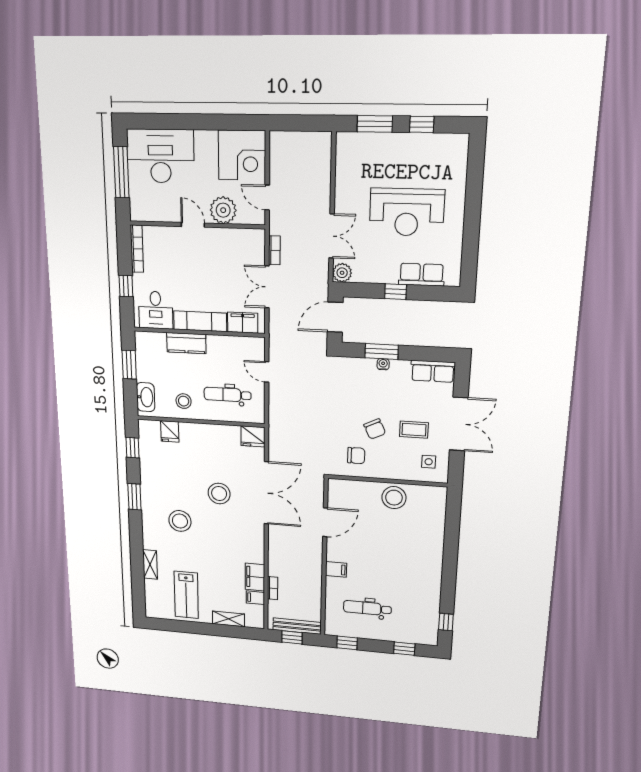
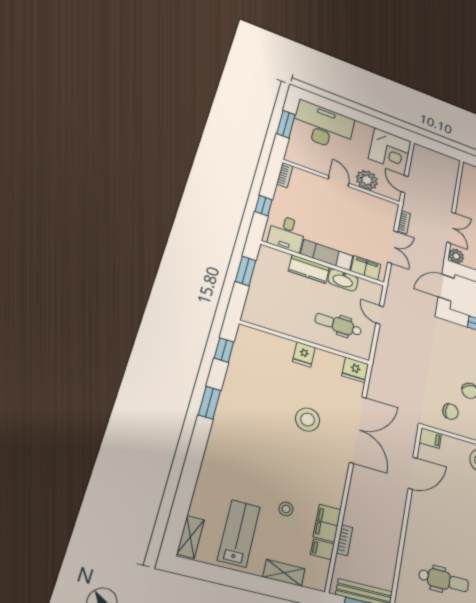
window: (121, 172) -> (286, 124), width x0.69
bookcase: (137, 249) -> (285, 175), width x0.64
double door: (267, 287) -> (393, 247), swing flipped
washbasin: (146, 397) -> (343, 280), moved, turned 90
stool: (184, 401) -> (293, 319), removed
fridge: (170, 431) -> (304, 354), moved
stool: (180, 521) -> (286, 509), moved, width x0.53, depth x0.53
shelving: (150, 564) -> (191, 537), moved
filing cabinet: (336, 569) -> (430, 438), moved
lab bench: (186, 595) -> (239, 533), turned 180
dental chair: (367, 608) -> (444, 580), turned 180

